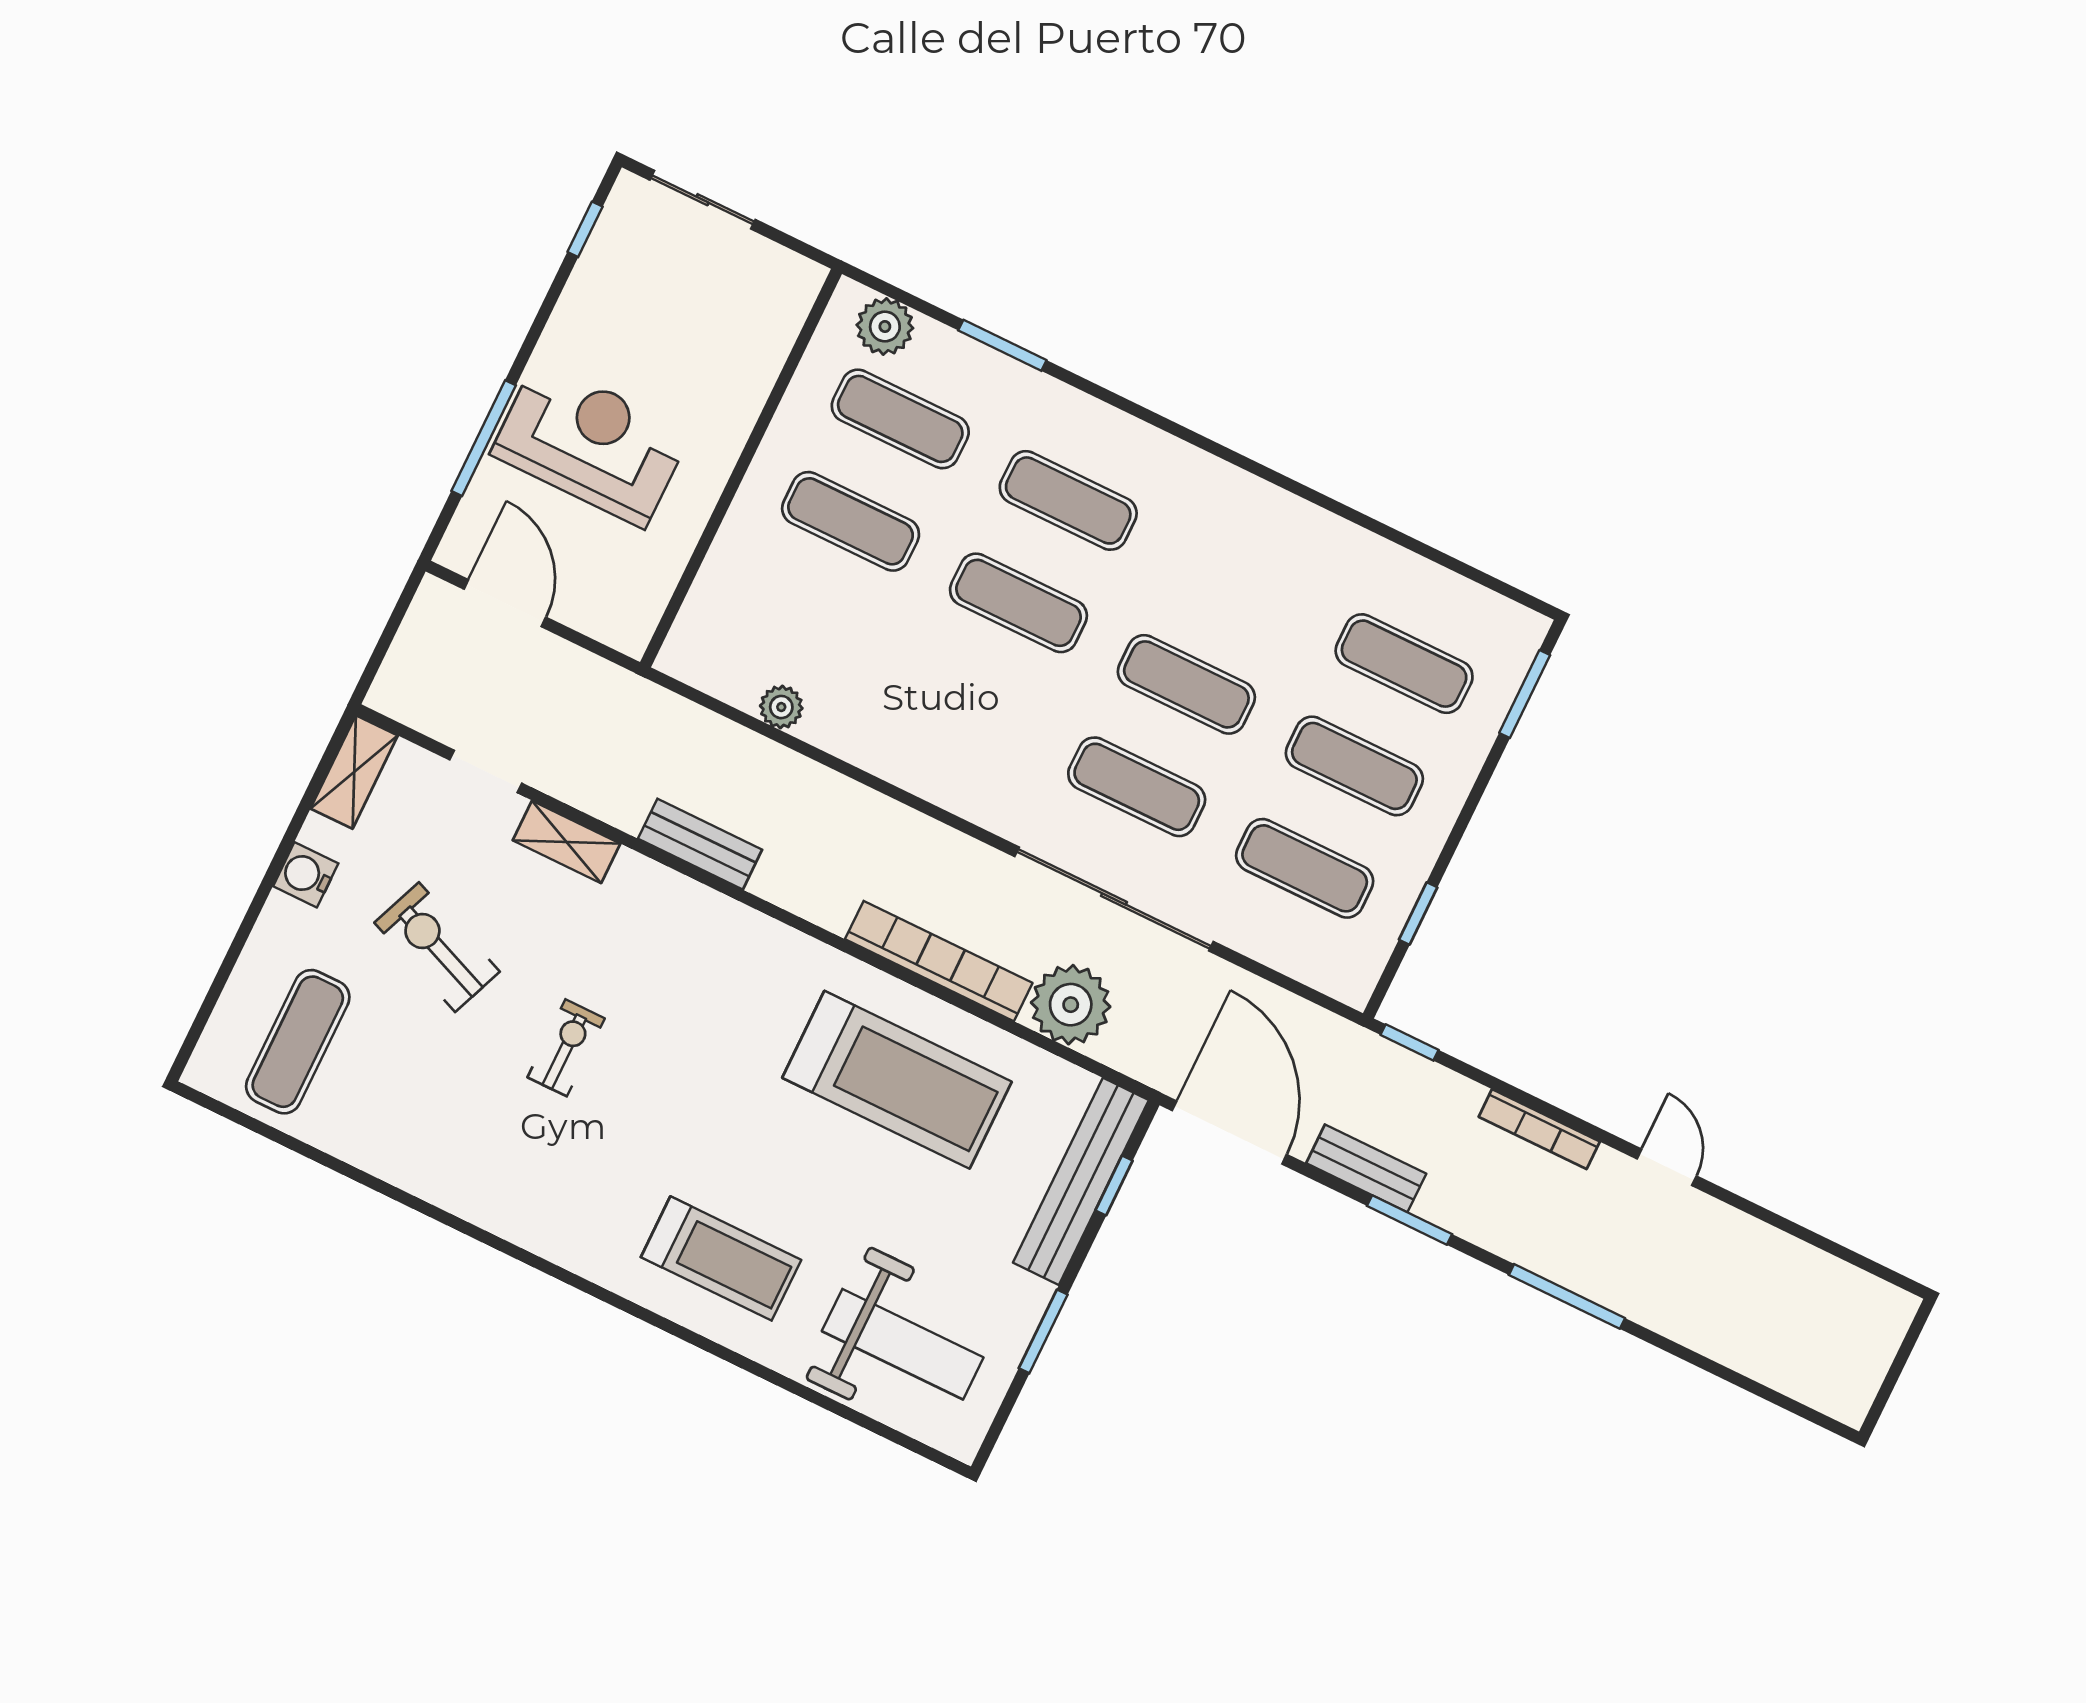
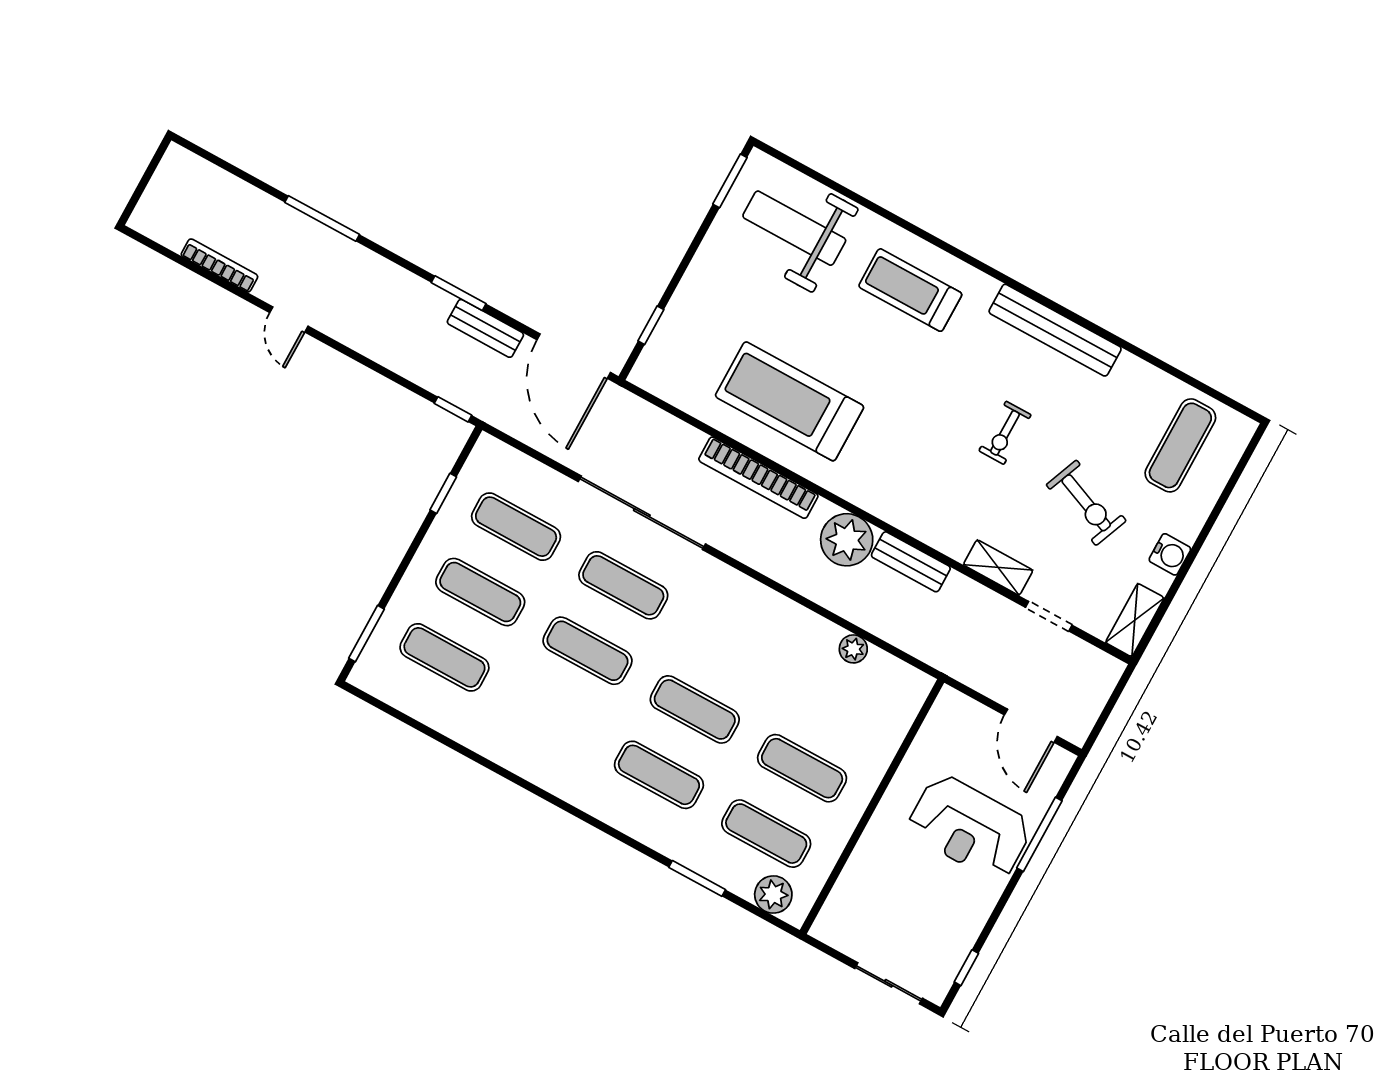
plant: (1071, 1005) -> (847, 540), moved
bookcase: (1539, 1129) -> (219, 266), moved
bench: (1081, 1181) -> (1055, 330), moved, turned 90
window: (1567, 1296) -> (322, 218), moved
window: (1043, 1331) -> (730, 181), moved

